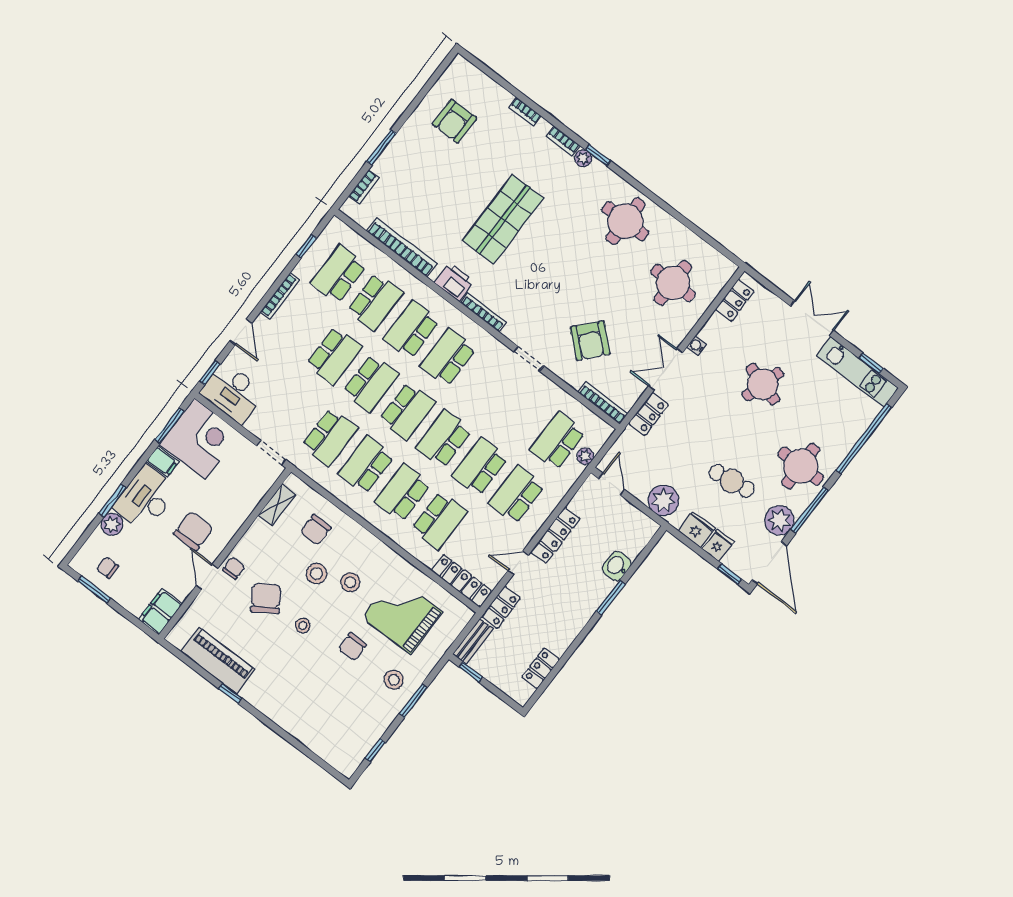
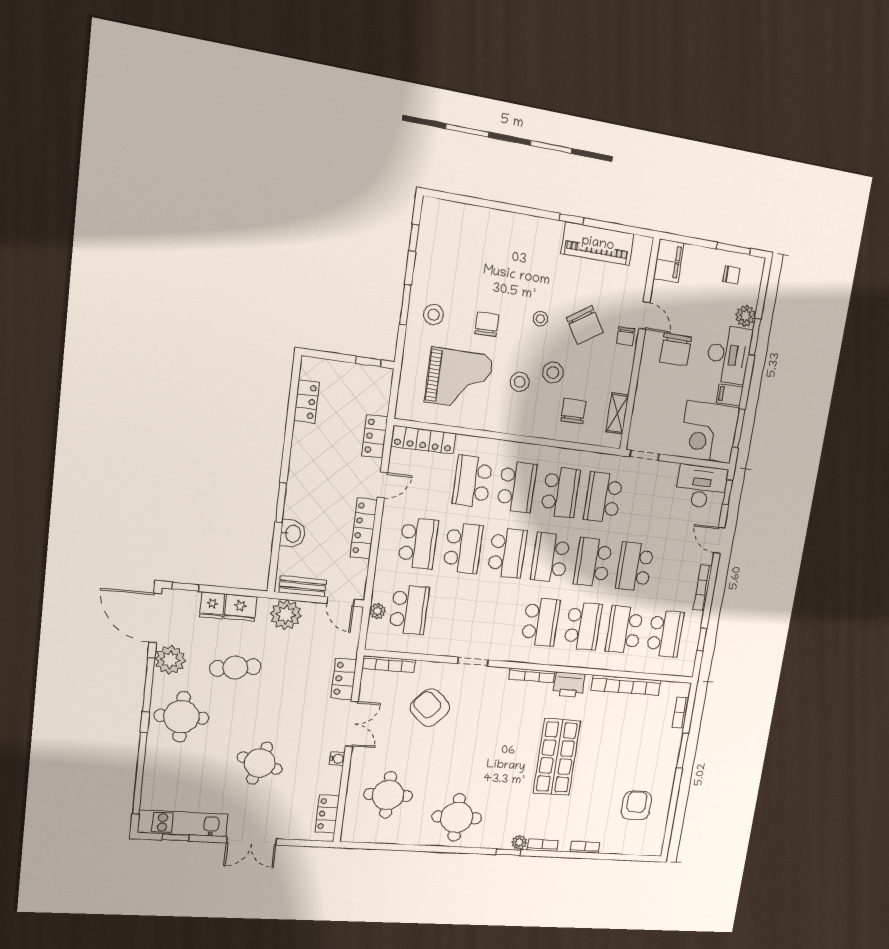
bench: (473, 641) -> (302, 586), moved, turned 90

